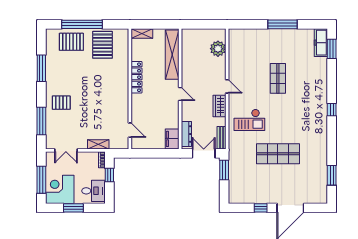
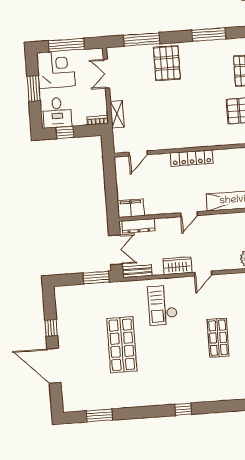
locker: (137, 77) -> (192, 158), moved
shop shelf: (278, 78) -> (218, 338), turned 90
pallet: (61, 103) -> (167, 63), width x1.50, depth x1.42
window: (109, 175) -> (65, 132), moved

